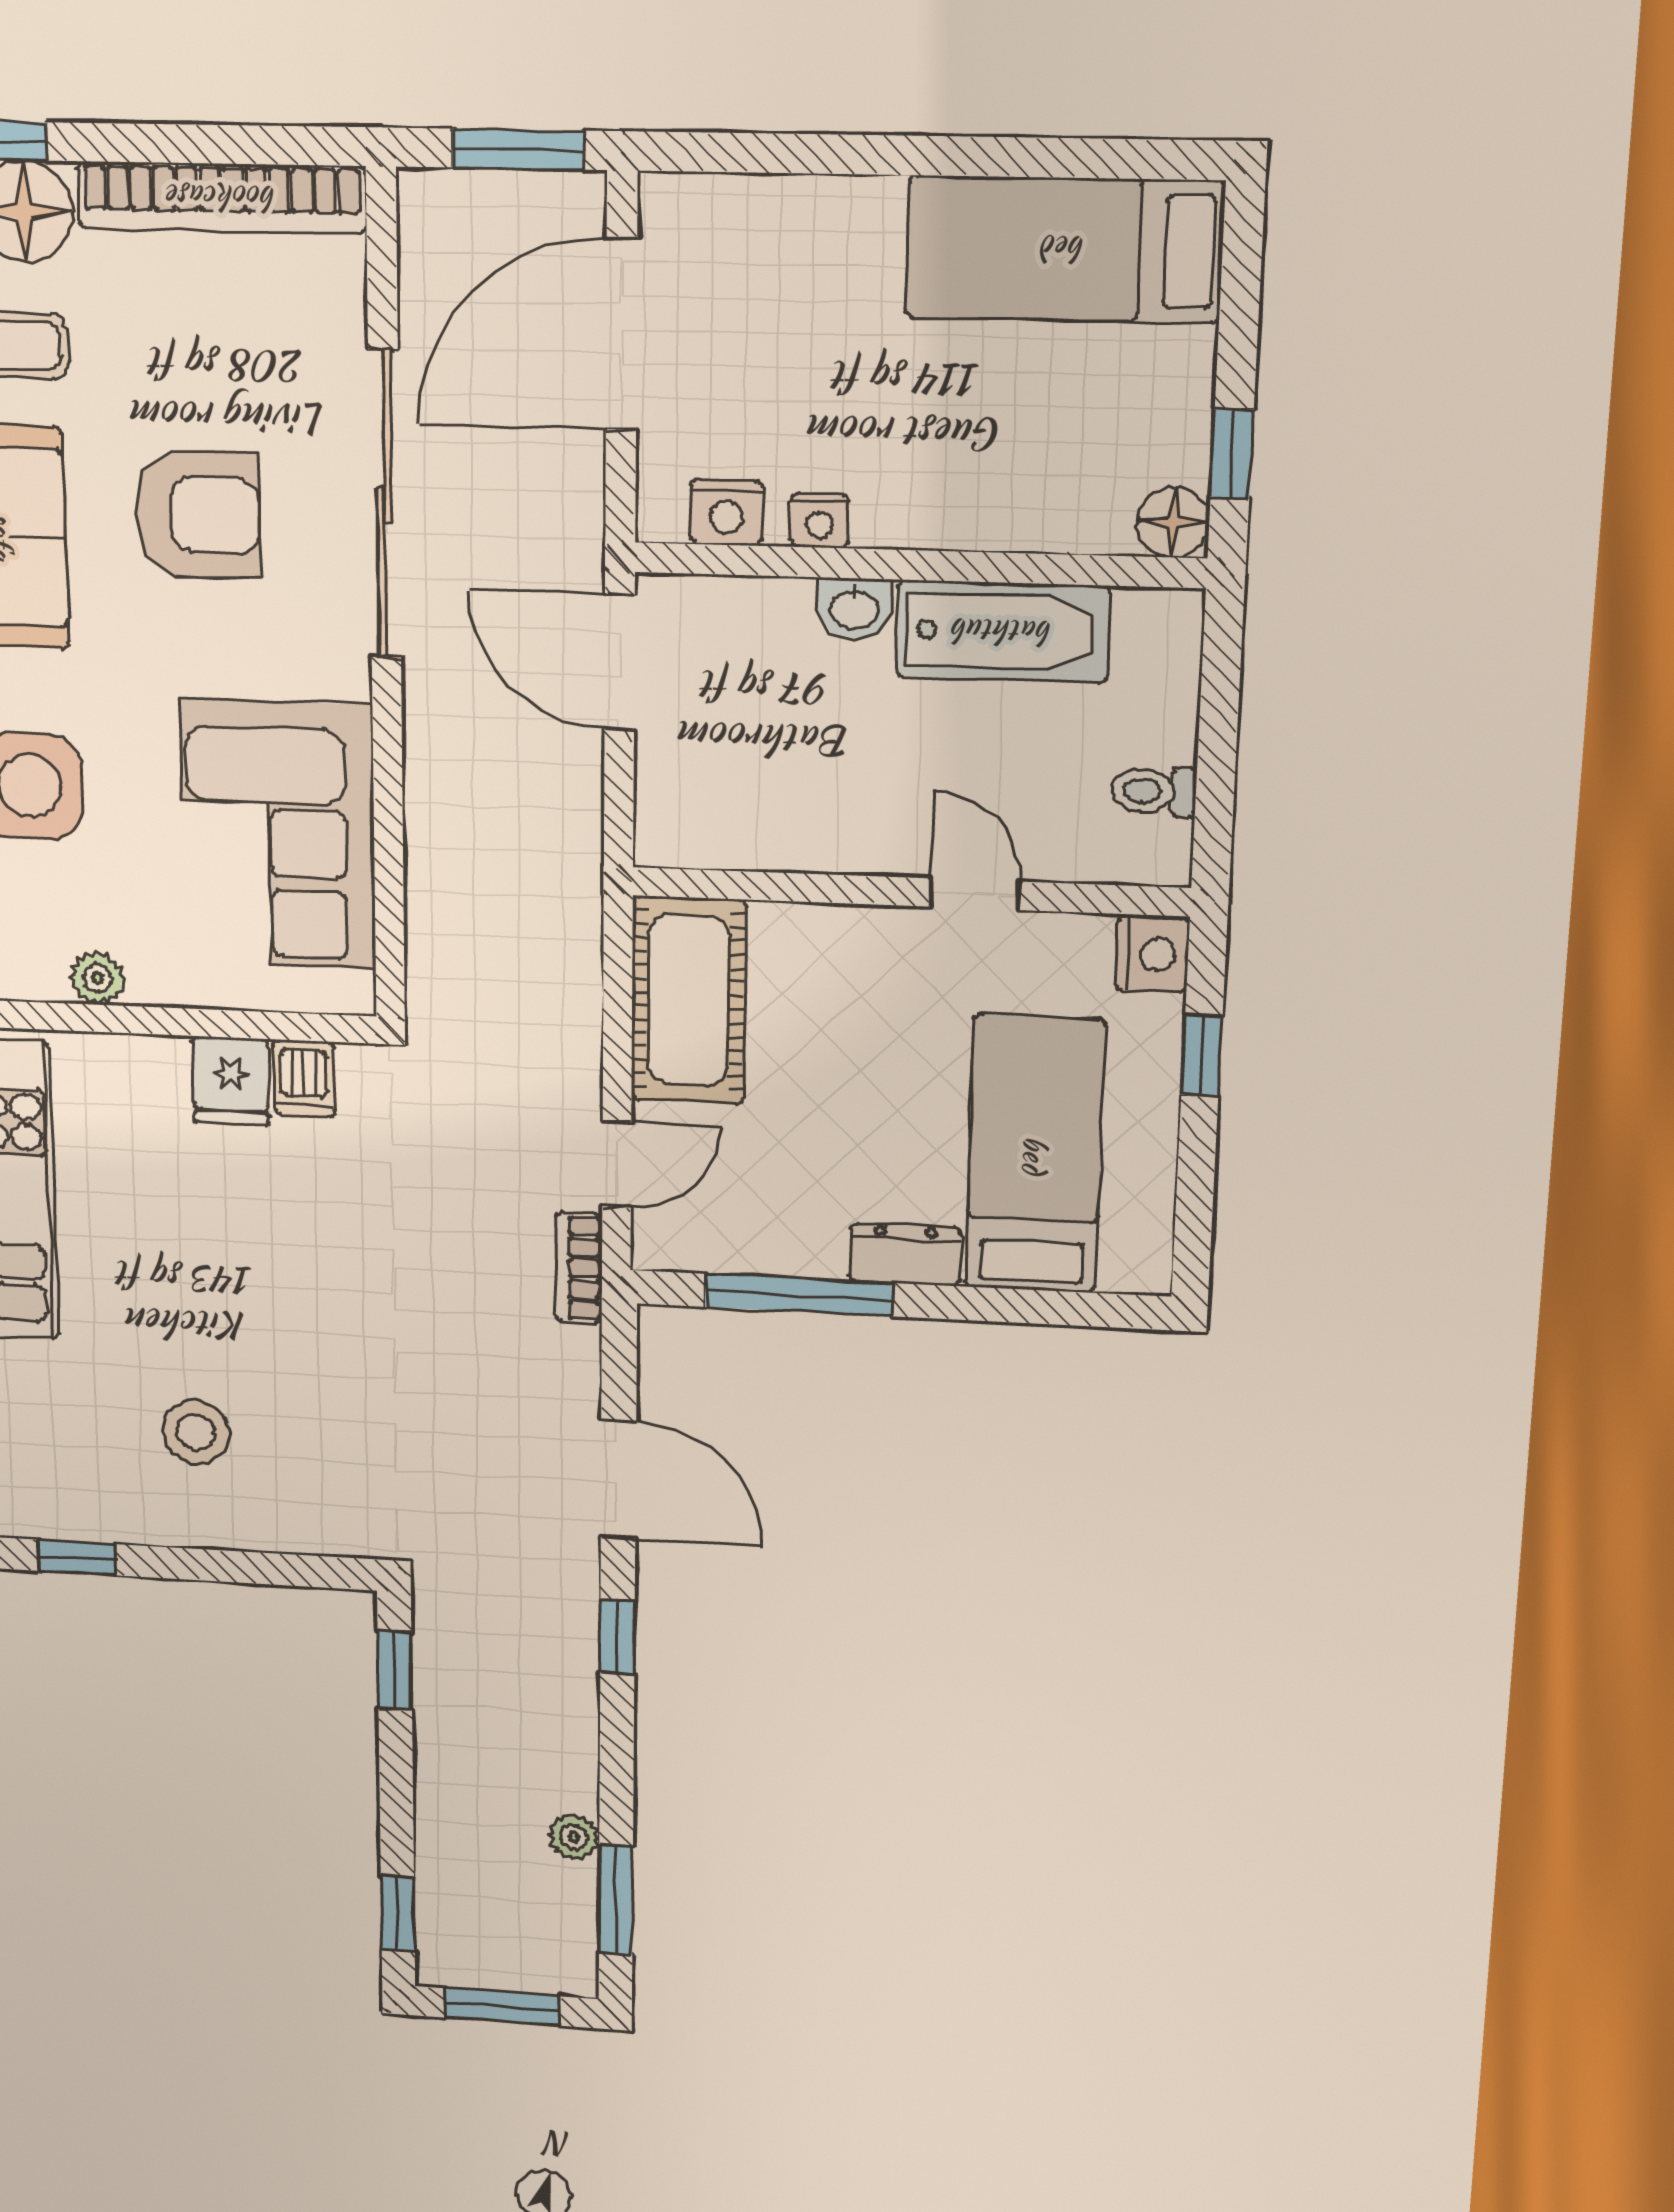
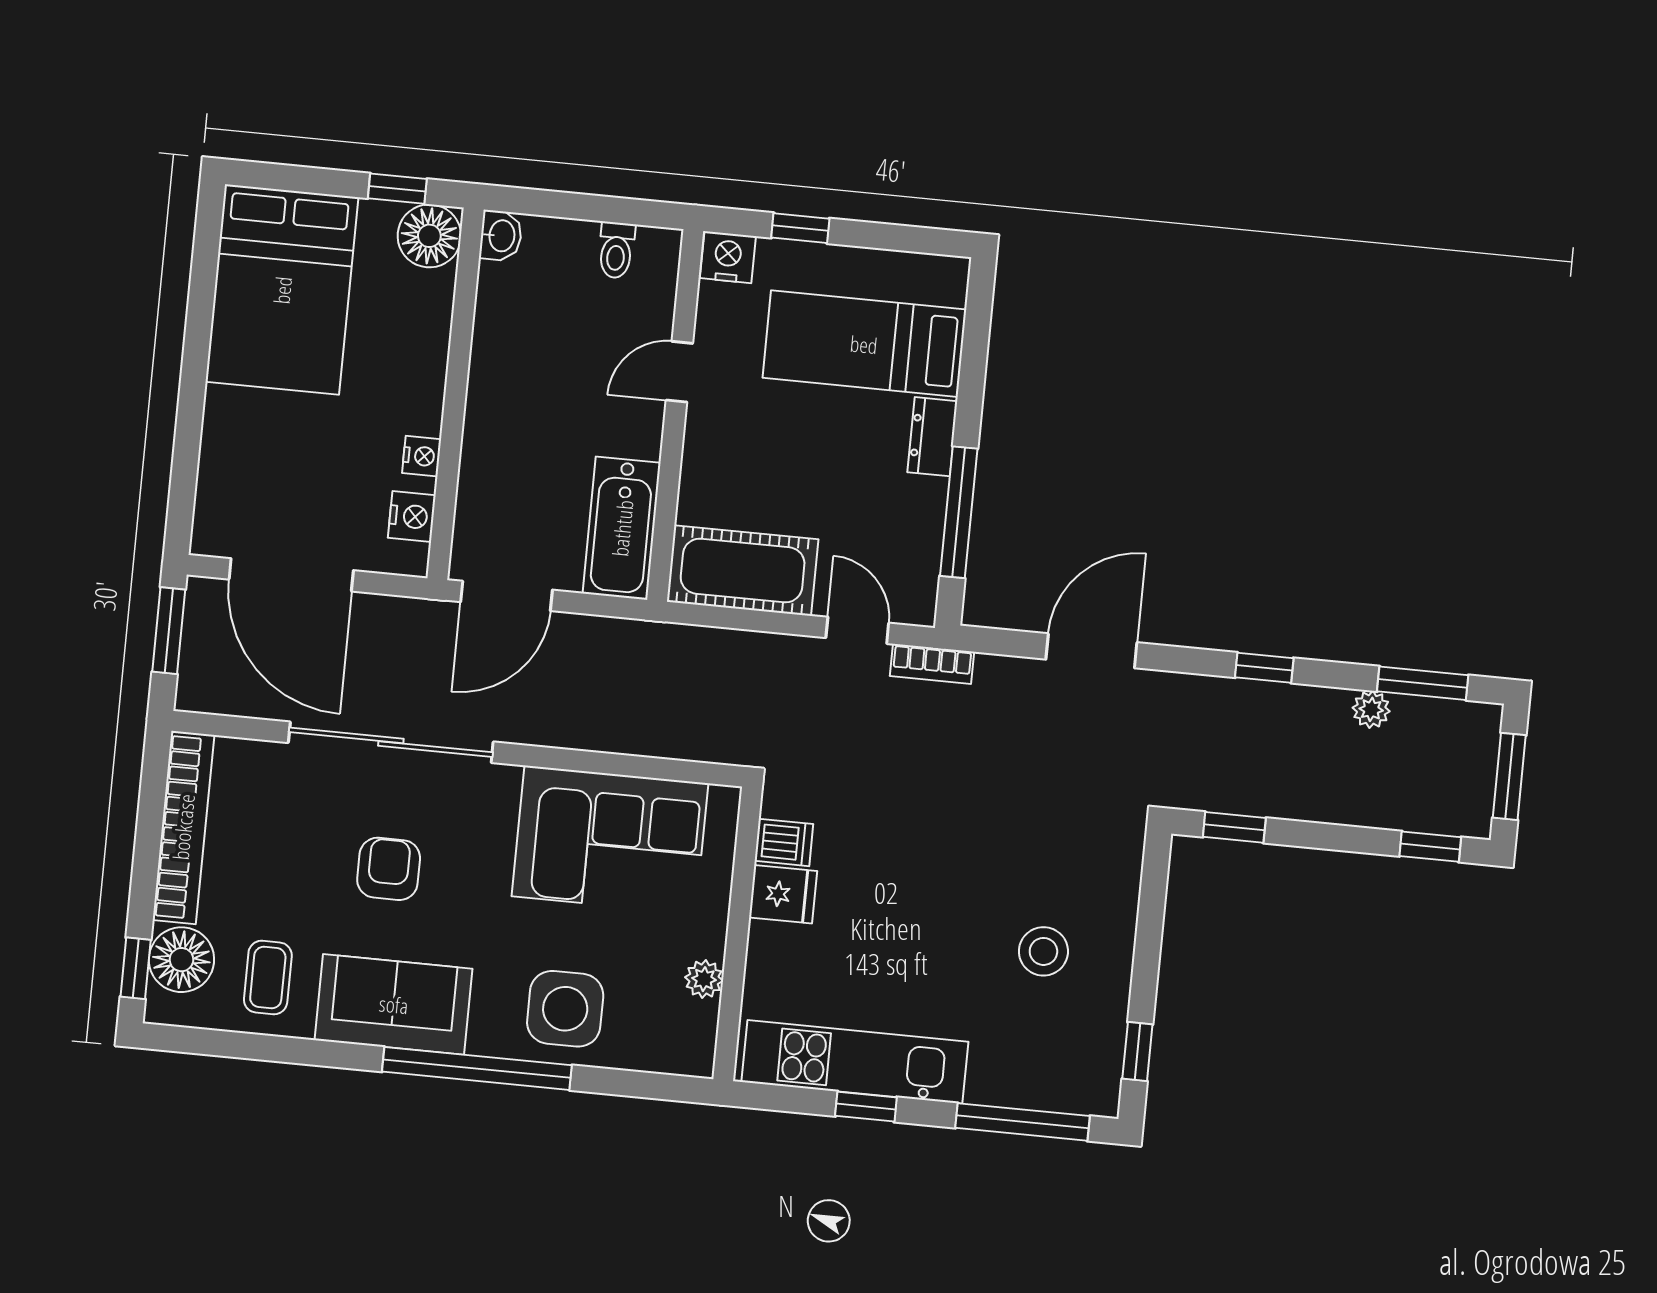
bed: (1064, 249) -> (282, 290), width x1.50
armchair: (198, 515) -> (389, 869), width x0.72, depth x0.72
floor lamp: (1173, 522) -> (429, 236), width x1.38, depth x1.38
washbasin: (854, 608) -> (501, 236), moved
bathtub: (1003, 632) -> (622, 528), moved, turned 180
window: (617, 1637) -> (1264, 668), moved

